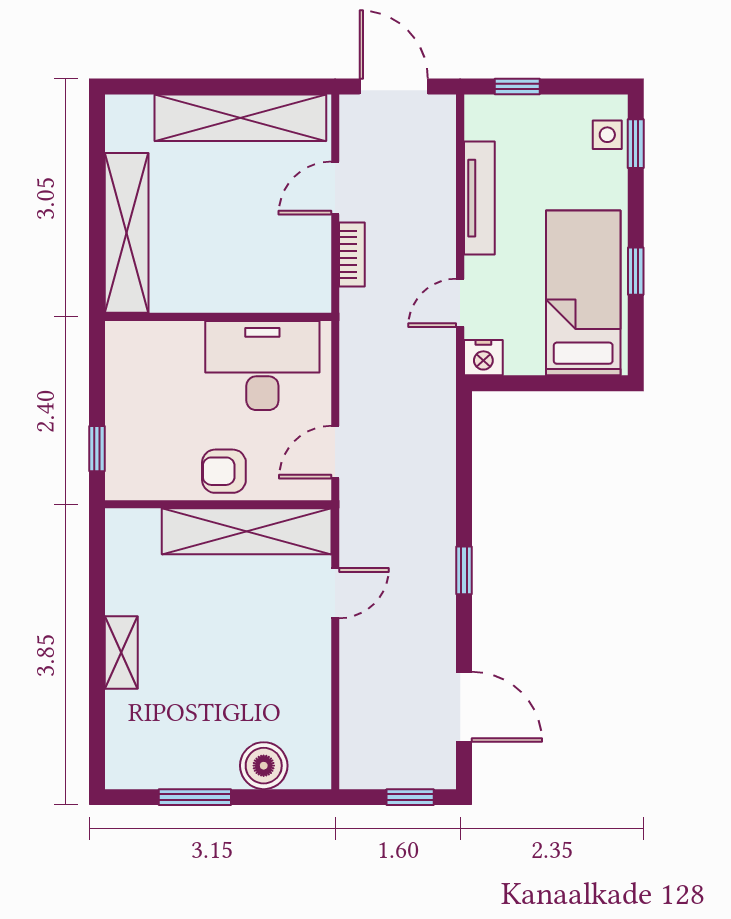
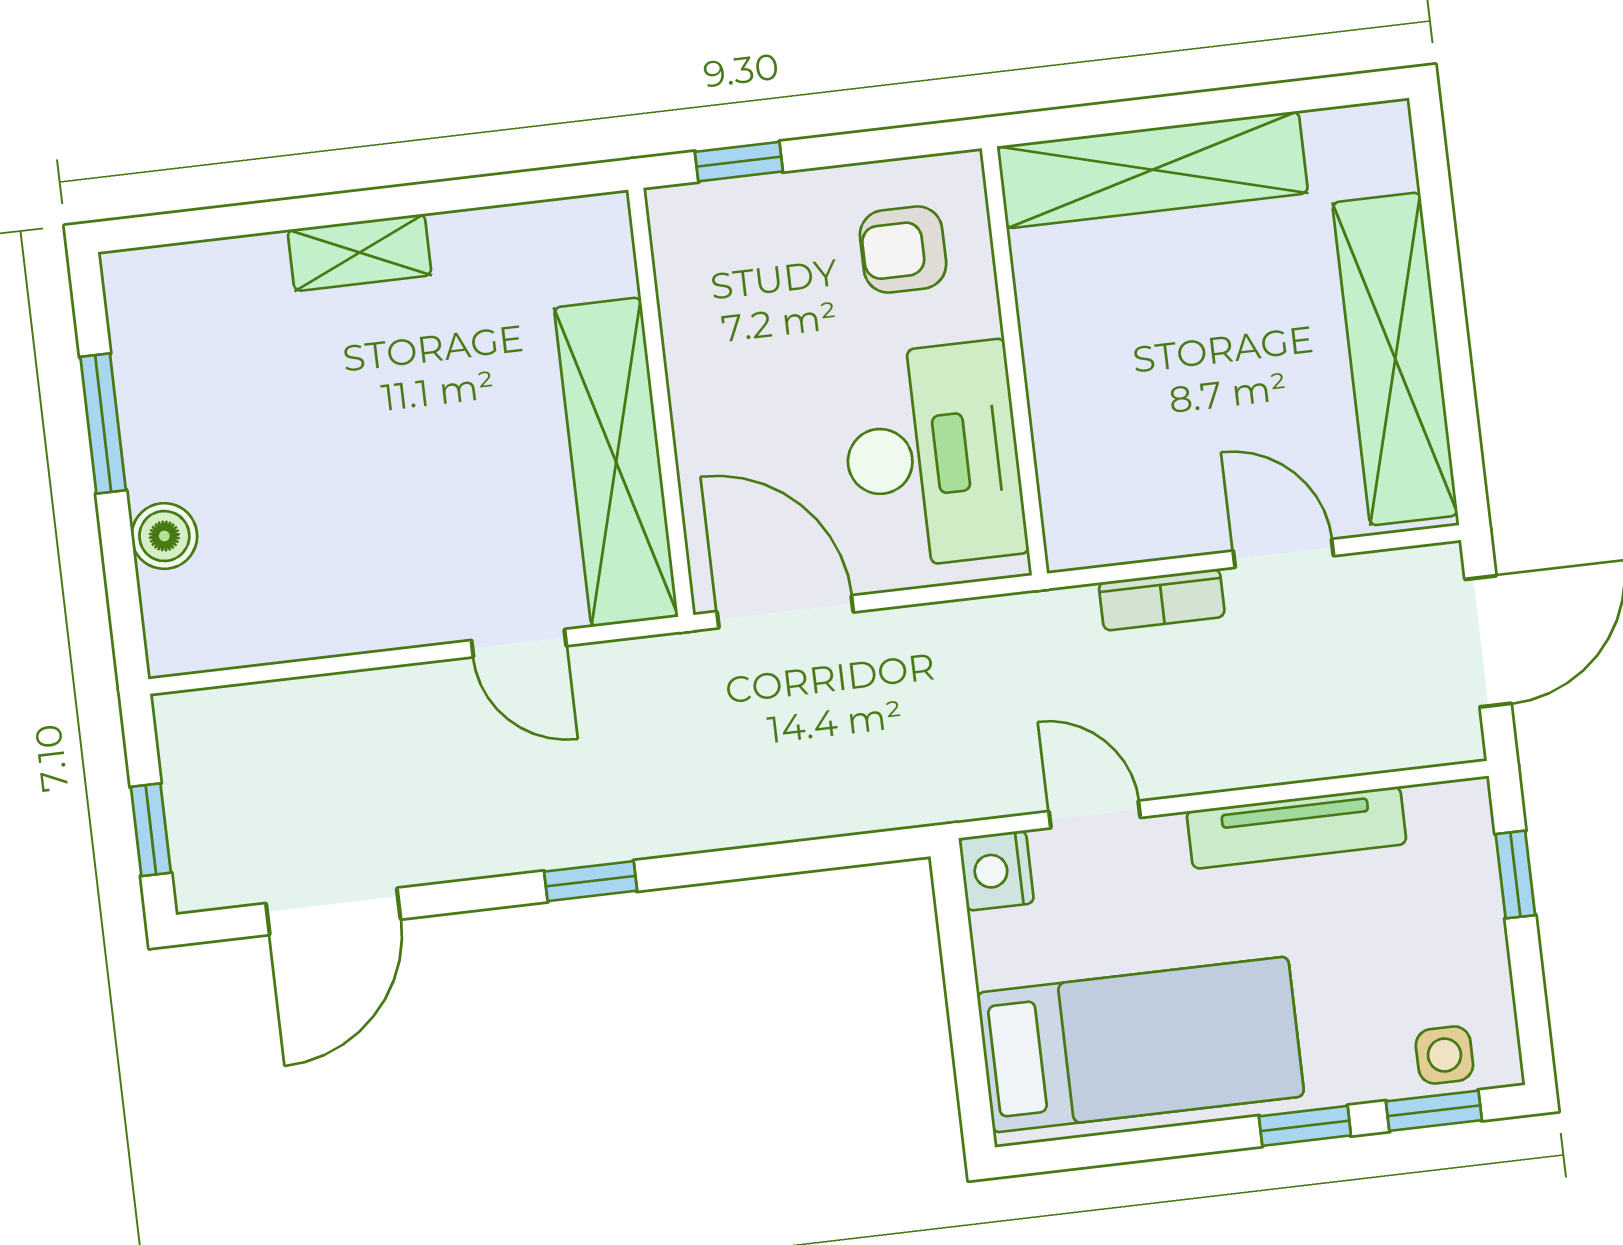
window: (636, 271) -> (1305, 1126), moved
door: (335, 452) -> (785, 612), width x1.38
armchair: (224, 471) -> (903, 249), moved, turned -90
boiler: (264, 766) -> (164, 536), width x0.73, depth x0.73

